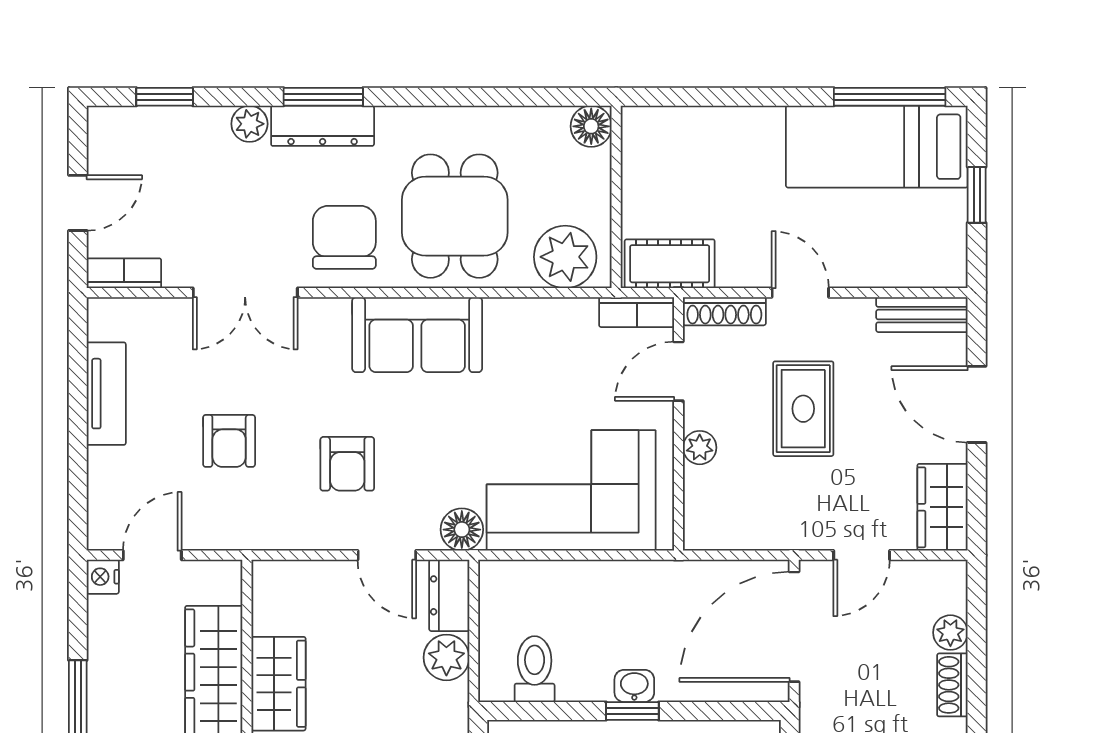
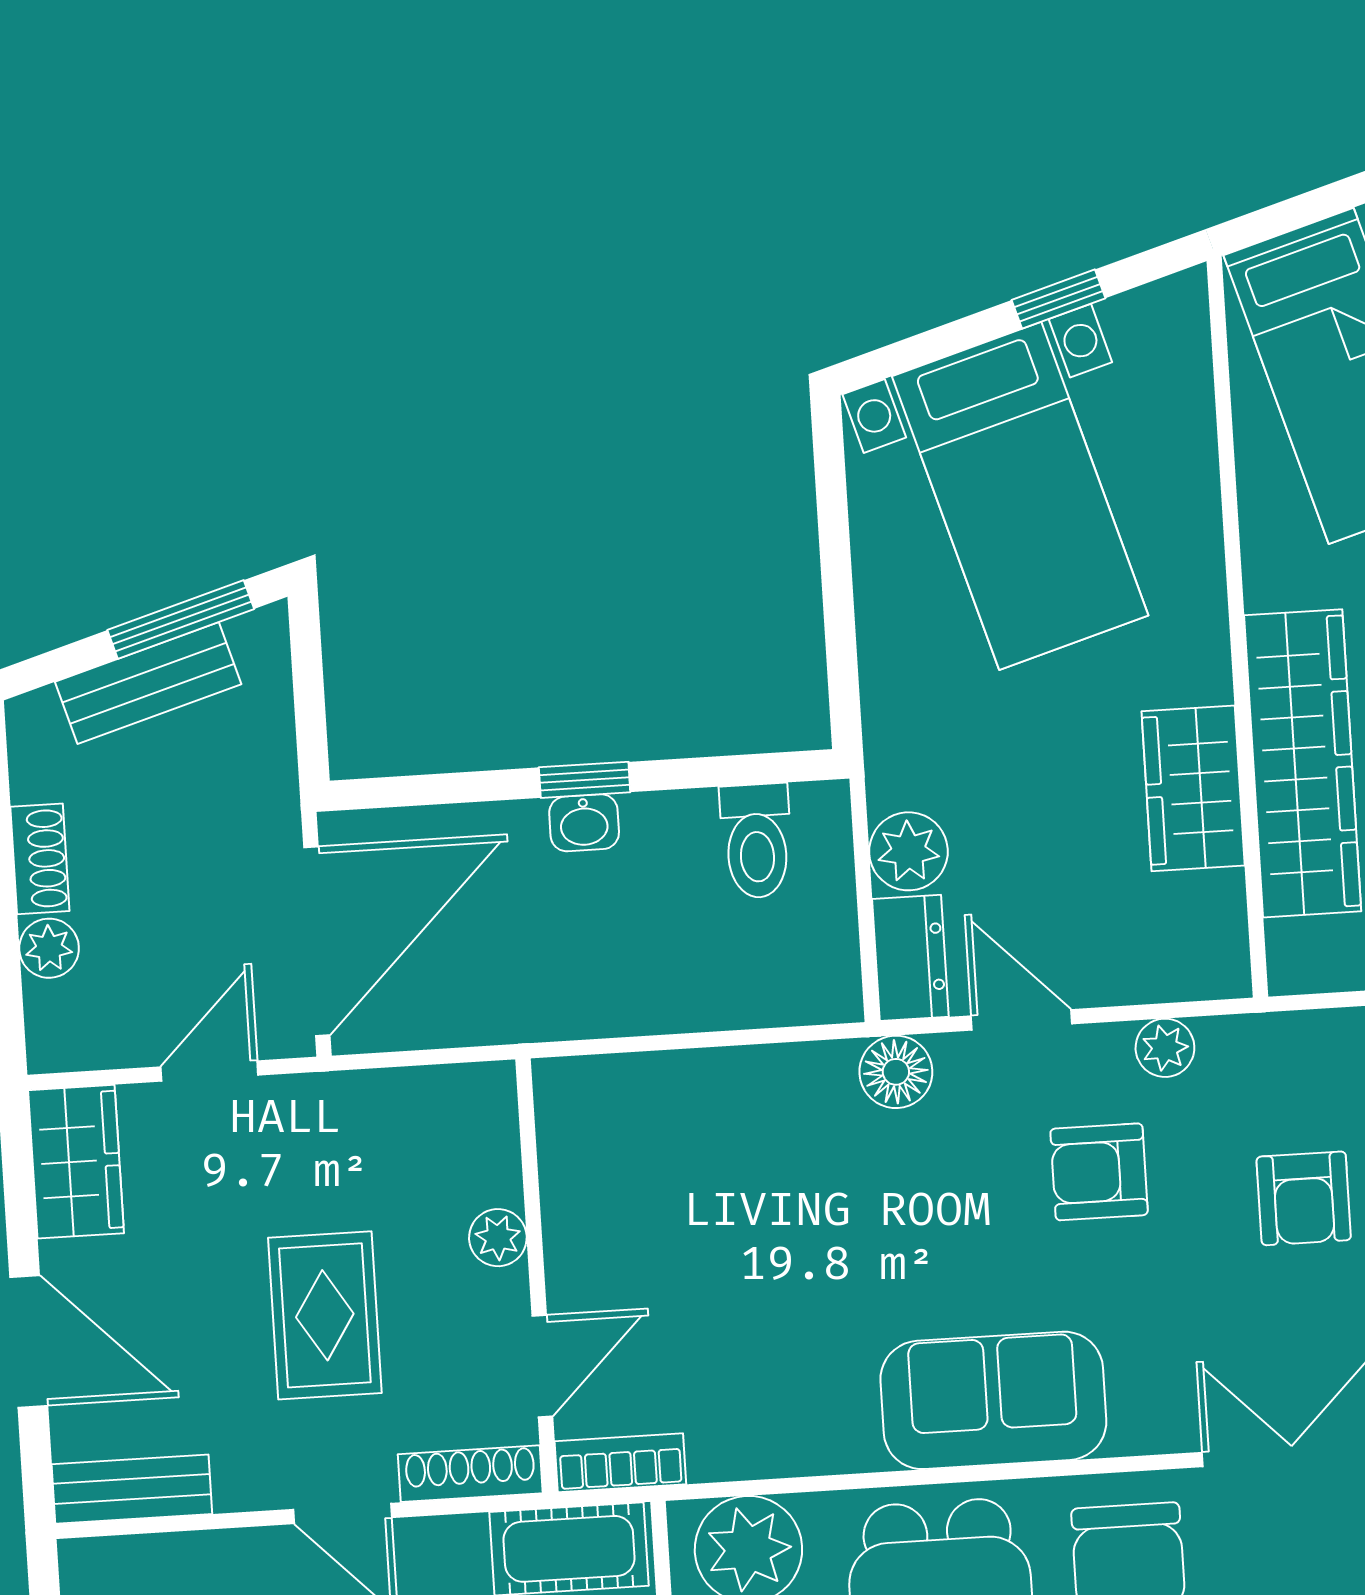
armchair: (229, 441) -> (1304, 1198), turned 180
armchair: (347, 464) -> (1099, 1172), turned -90
corner sofa: (571, 490) -> (713, 1150), removed
plant: (304, 534) -> (1165, 1048), added

